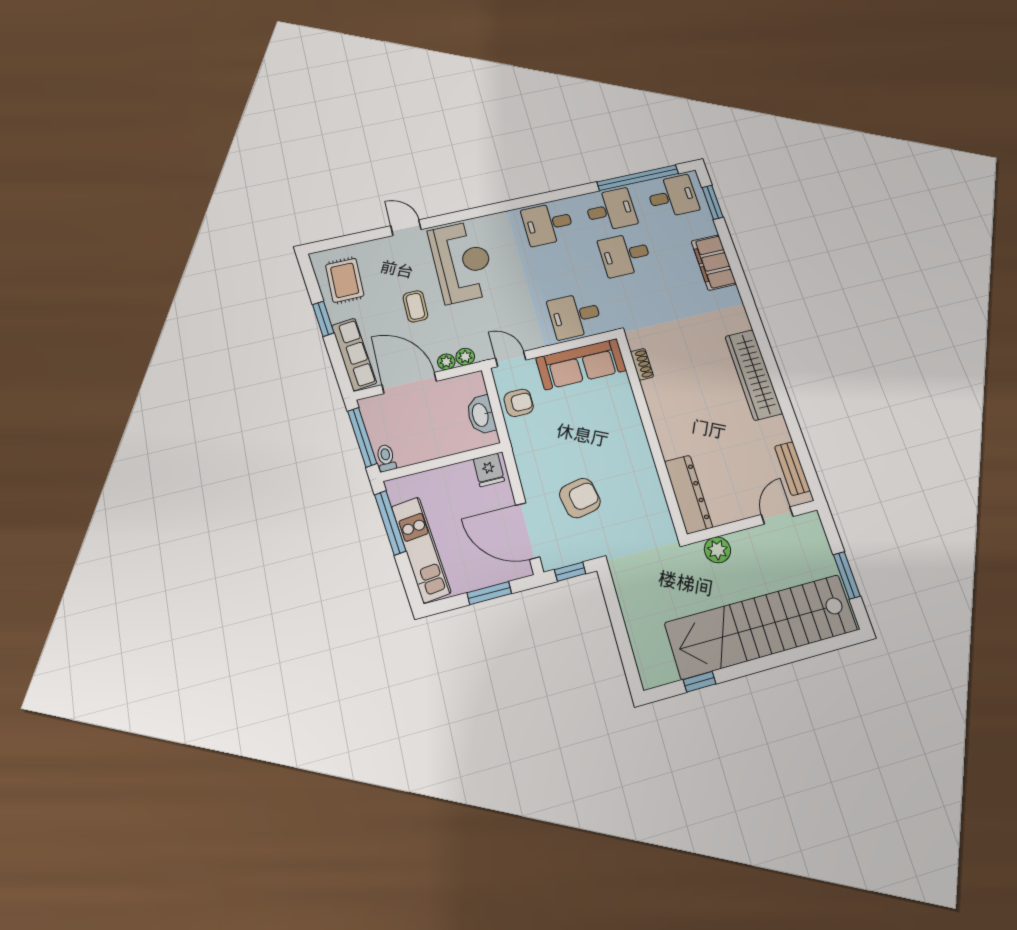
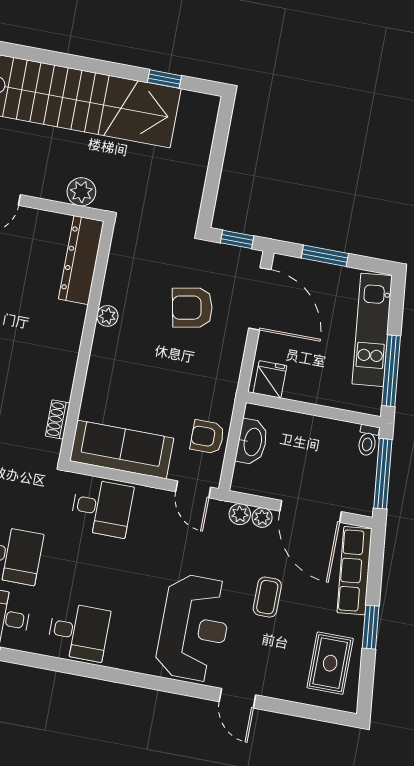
reception desk: (462, 262) -> (194, 628), turned 180
plant: (645, 460) -> (107, 316), added

